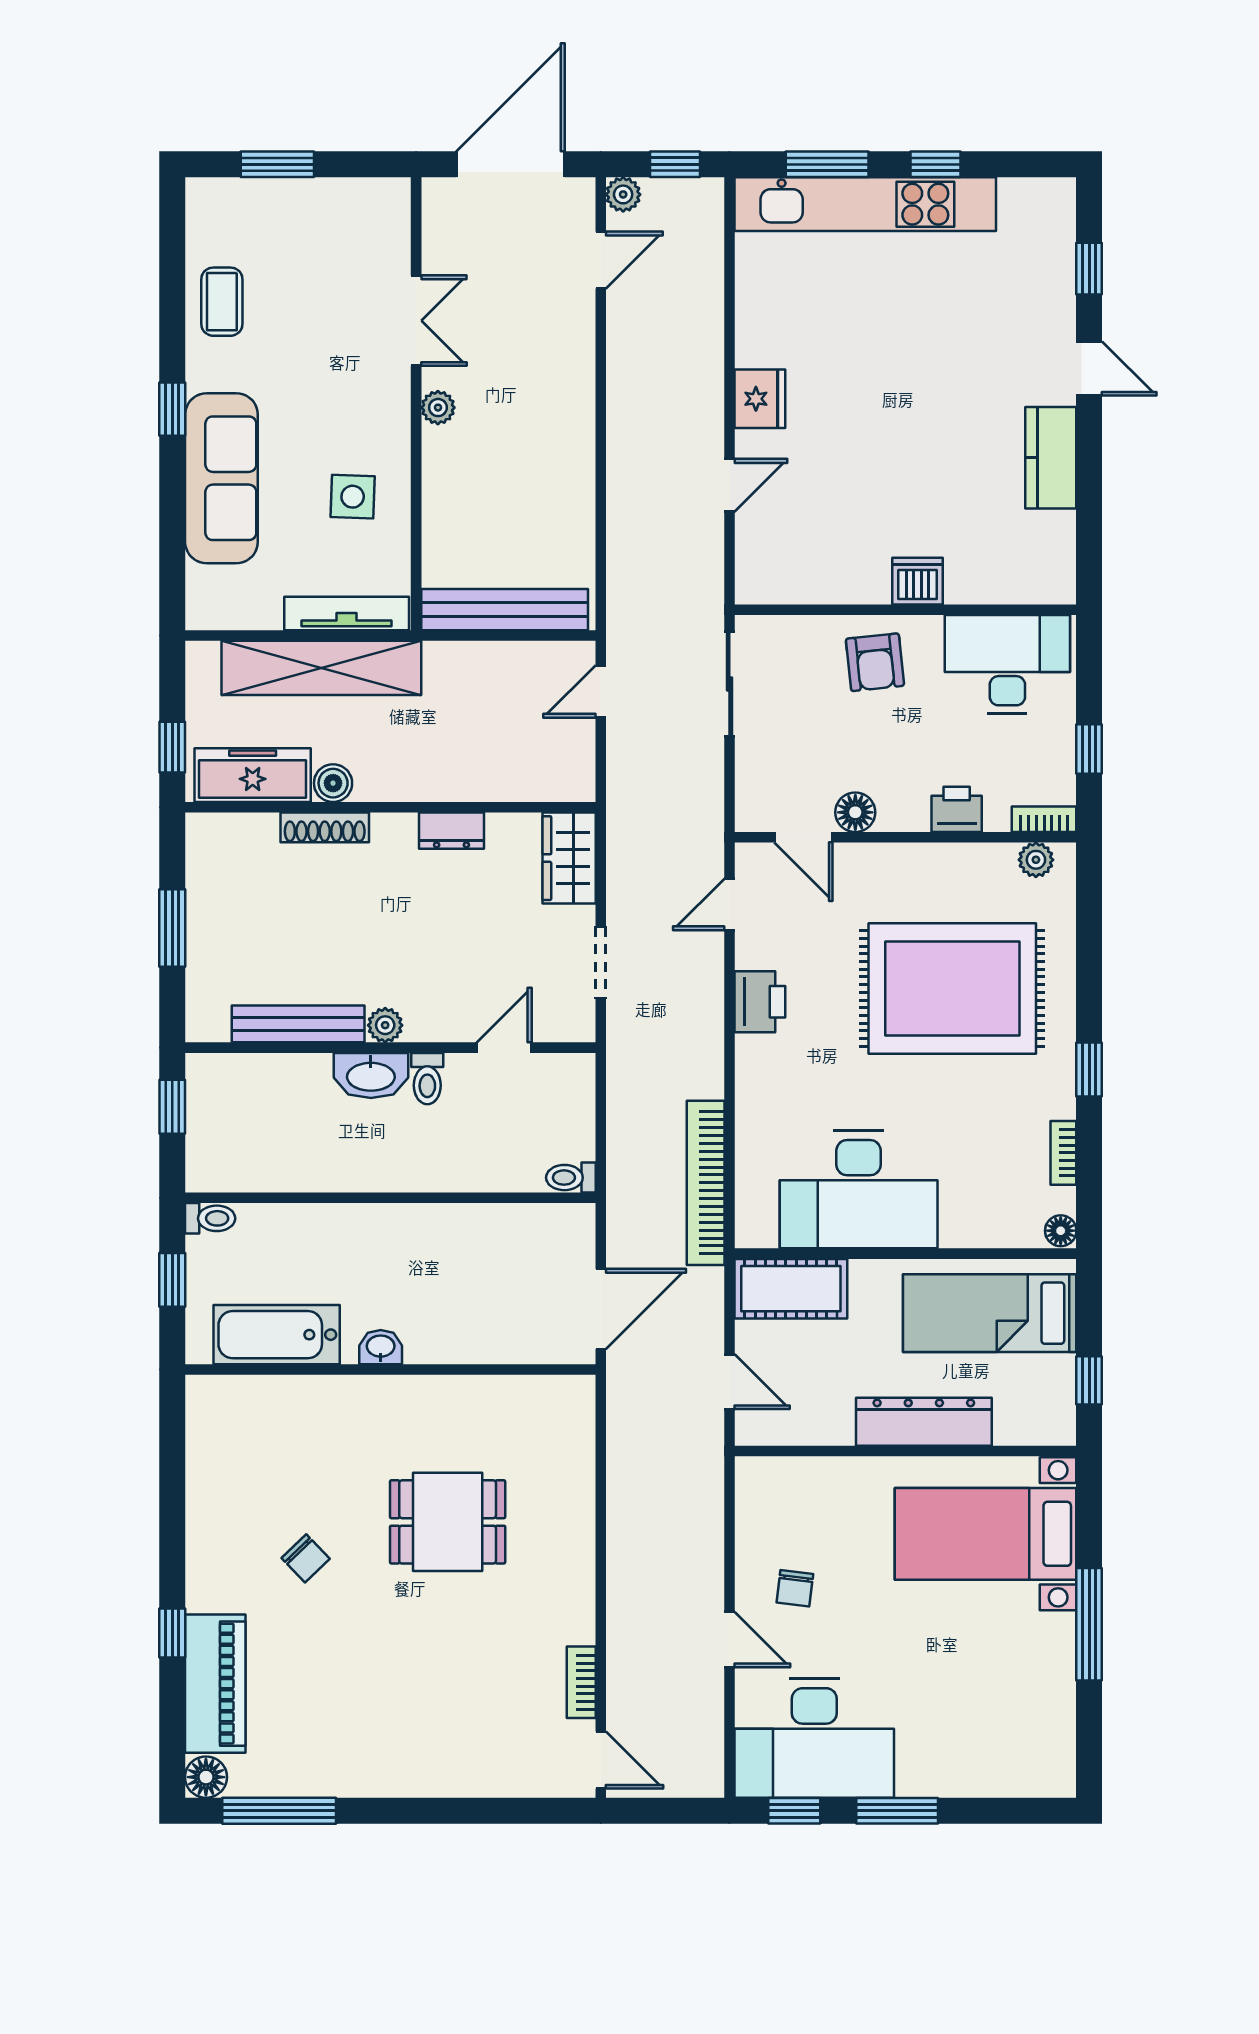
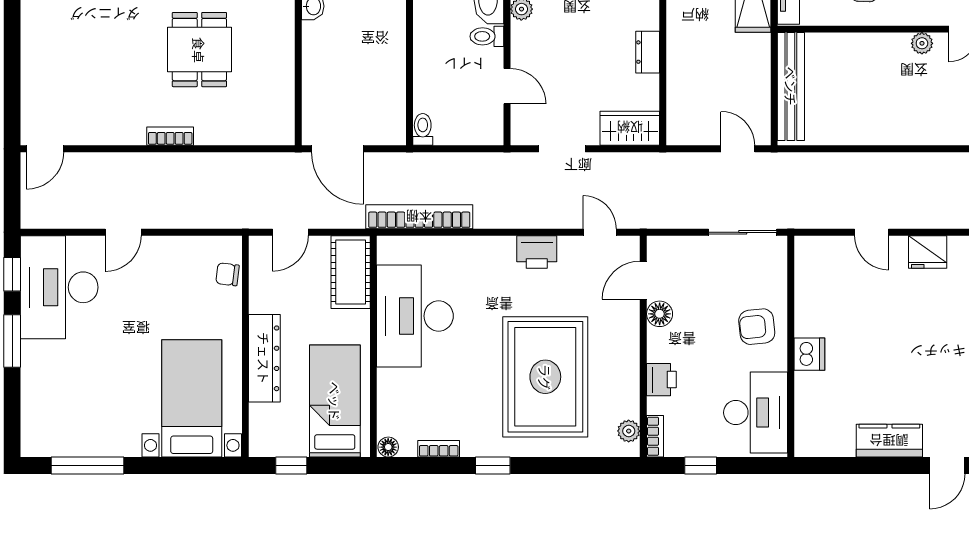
chair: (795, 1588) -> (227, 274), moved
window: (1089, 1624) -> (87, 465), moved
bookcase: (581, 1682) -> (170, 136), moved

